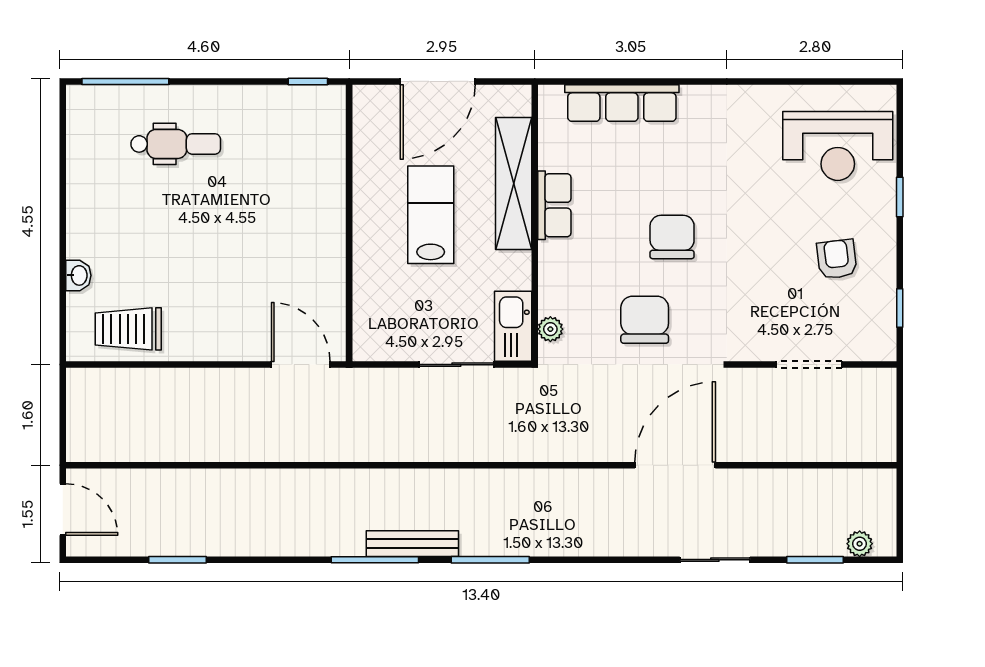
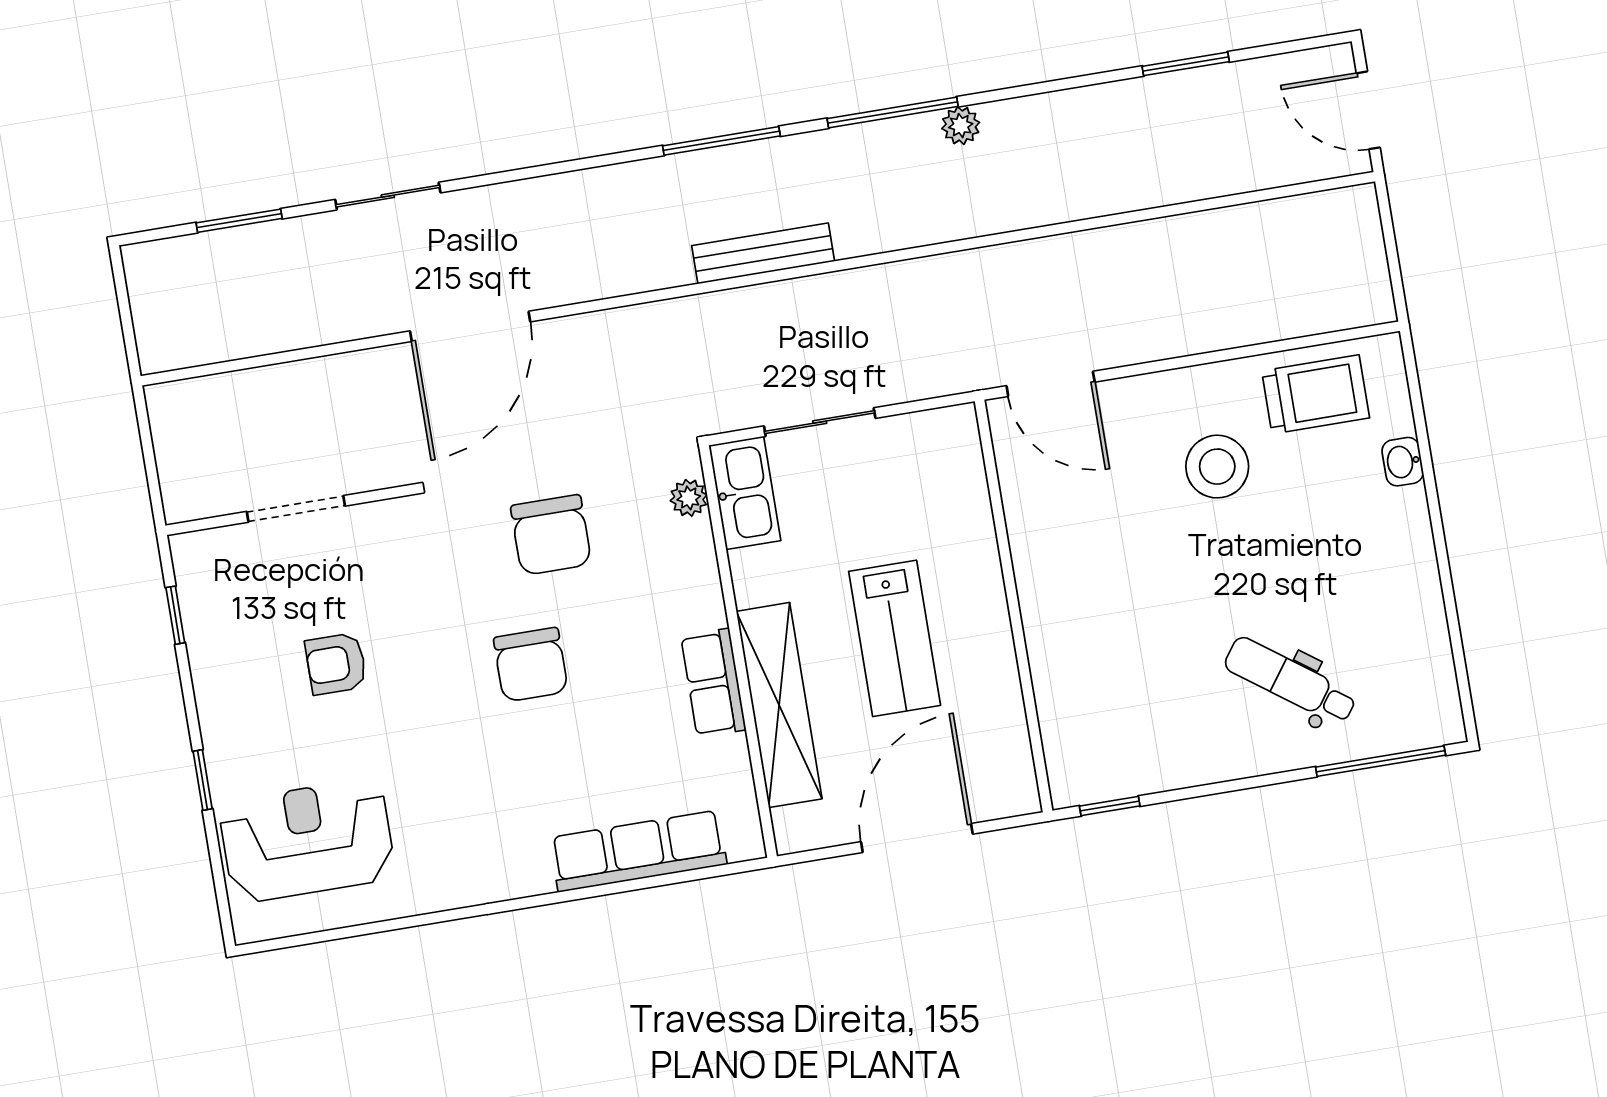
dental chair: (176, 144) -> (1290, 681), turned 36
armchair: (837, 259) -> (336, 664), moved, turned 97
stool: (201, 292) -> (1217, 467), added
bench: (412, 544) -> (763, 253), moved
plant: (860, 544) -> (961, 126), moved

